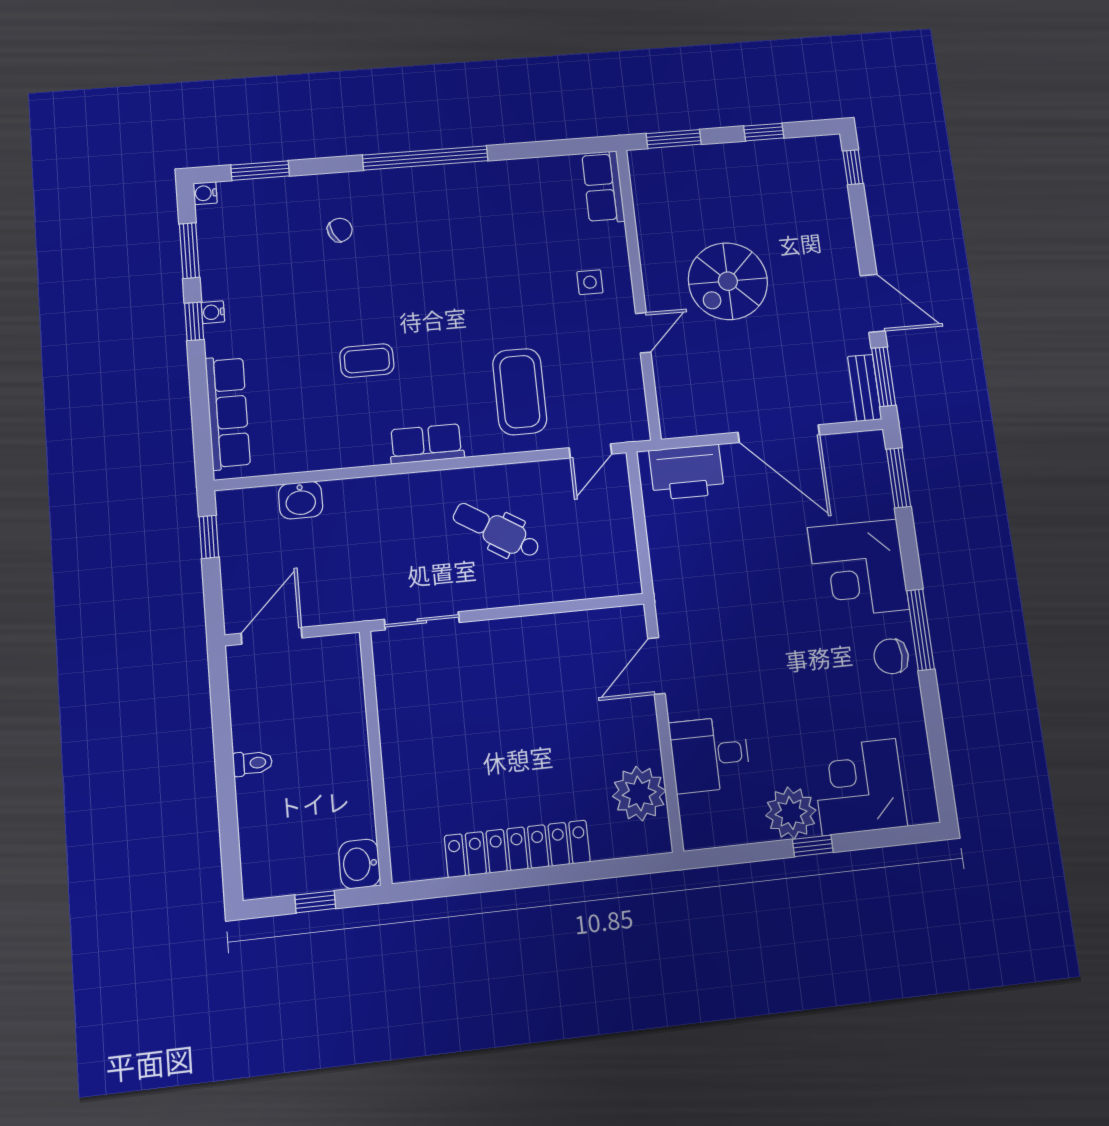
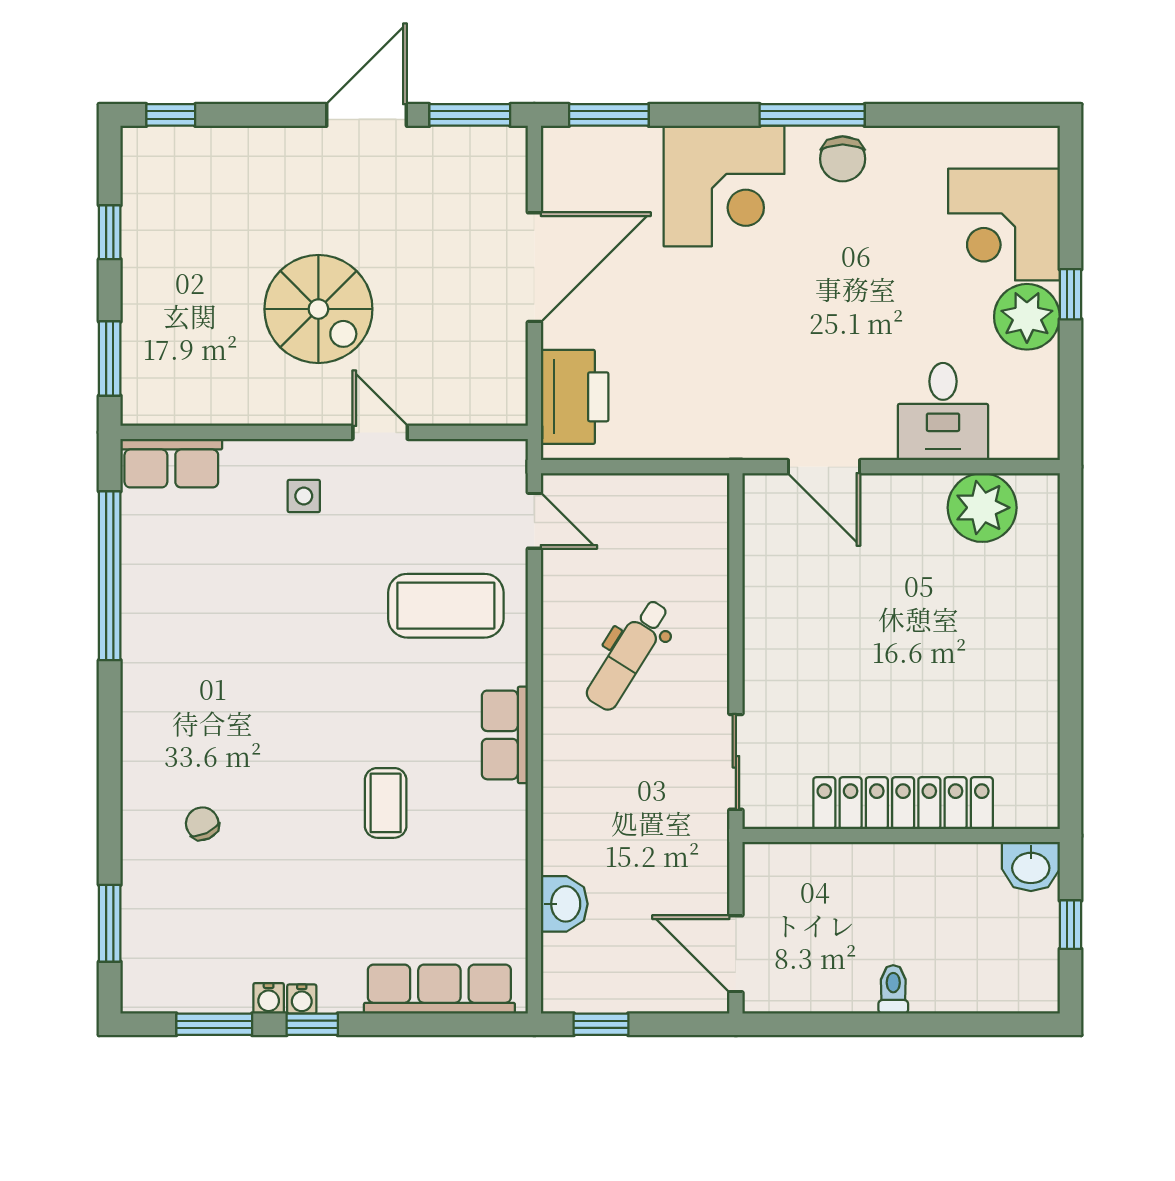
window: (425, 158) -> (110, 576), moved
water cooler: (205, 193) -> (269, 998), moved
bench: (865, 388) -> (483, 143), removed
locker: (517, 849) -> (903, 803), moved, turned 90

